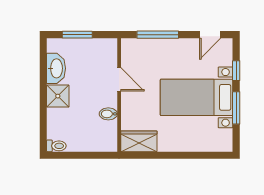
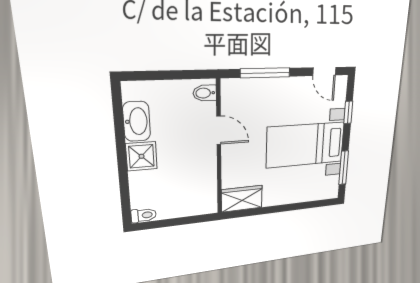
window: (77, 35) -> (163, 75), removed
door: (210, 35) -> (324, 71), hinge flipped
window: (236, 108) -> (344, 168), moved
bidet: (108, 114) -> (205, 93), moved

